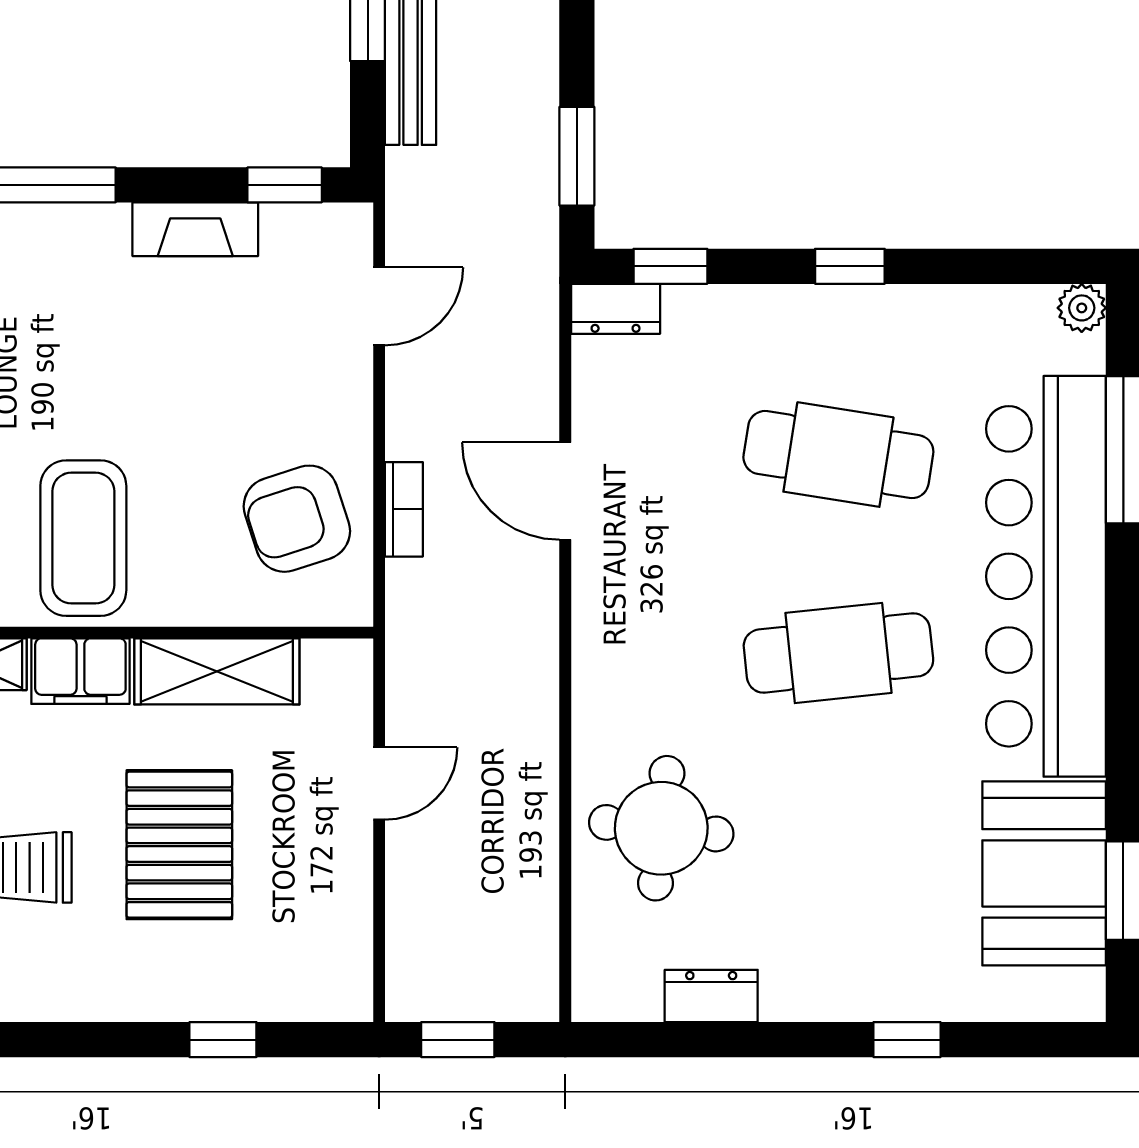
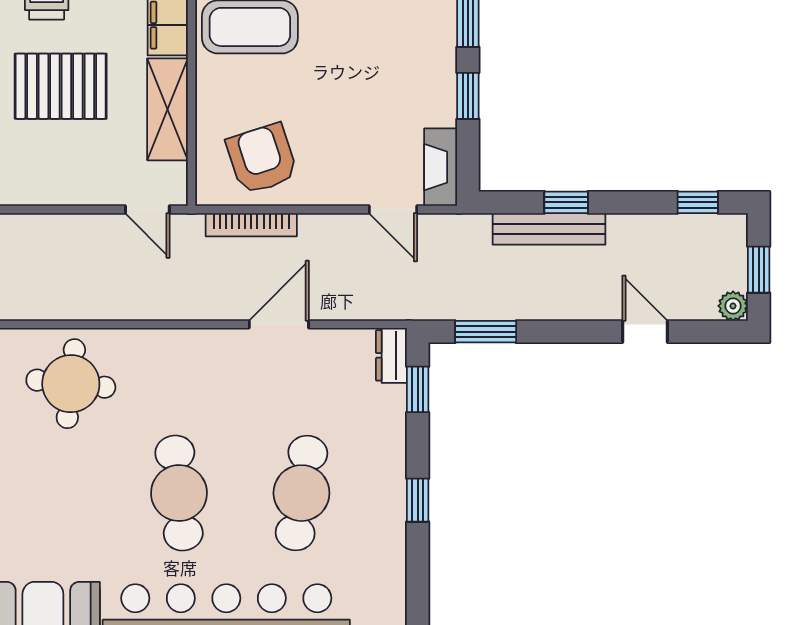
window: (285, 185) -> (468, 96), moved
fireplace: (195, 229) -> (441, 167), moved
bookcase: (404, 509) -> (251, 225), width x1.56
door: (379, 784) -> (147, 210), moved

